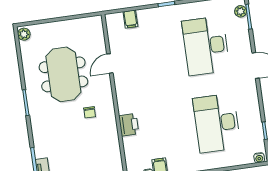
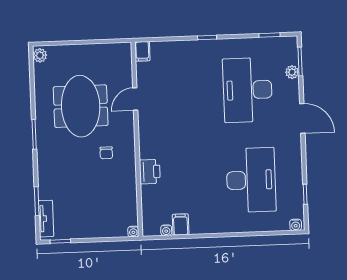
plant: (241, 11) -> (292, 72), moved
filing cabinet: (130, 19) -> (142, 51), moved
desk: (217, 123) -> (251, 180), turned 180

